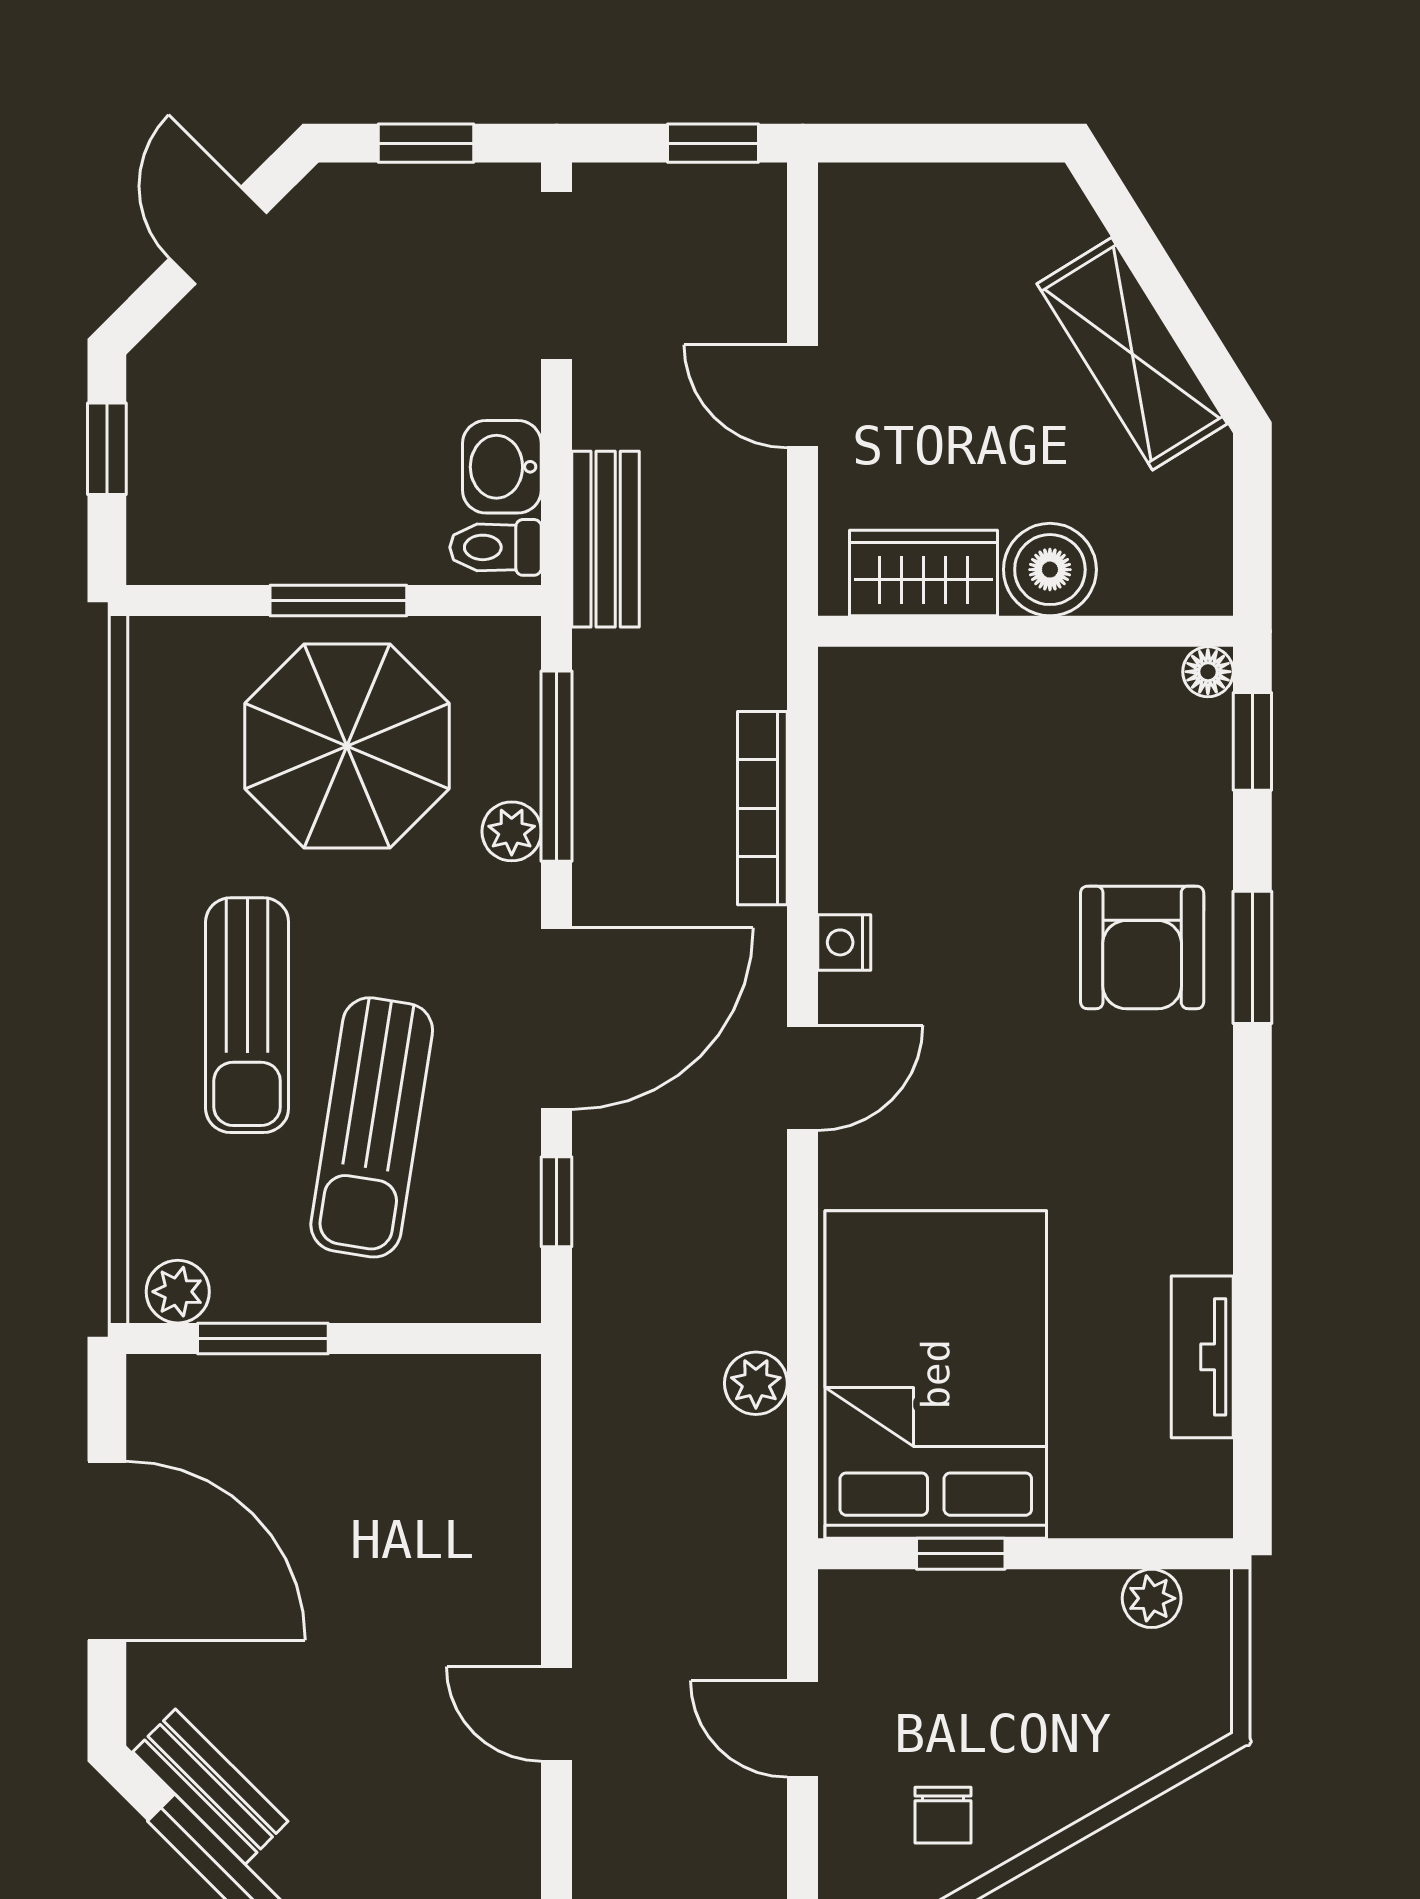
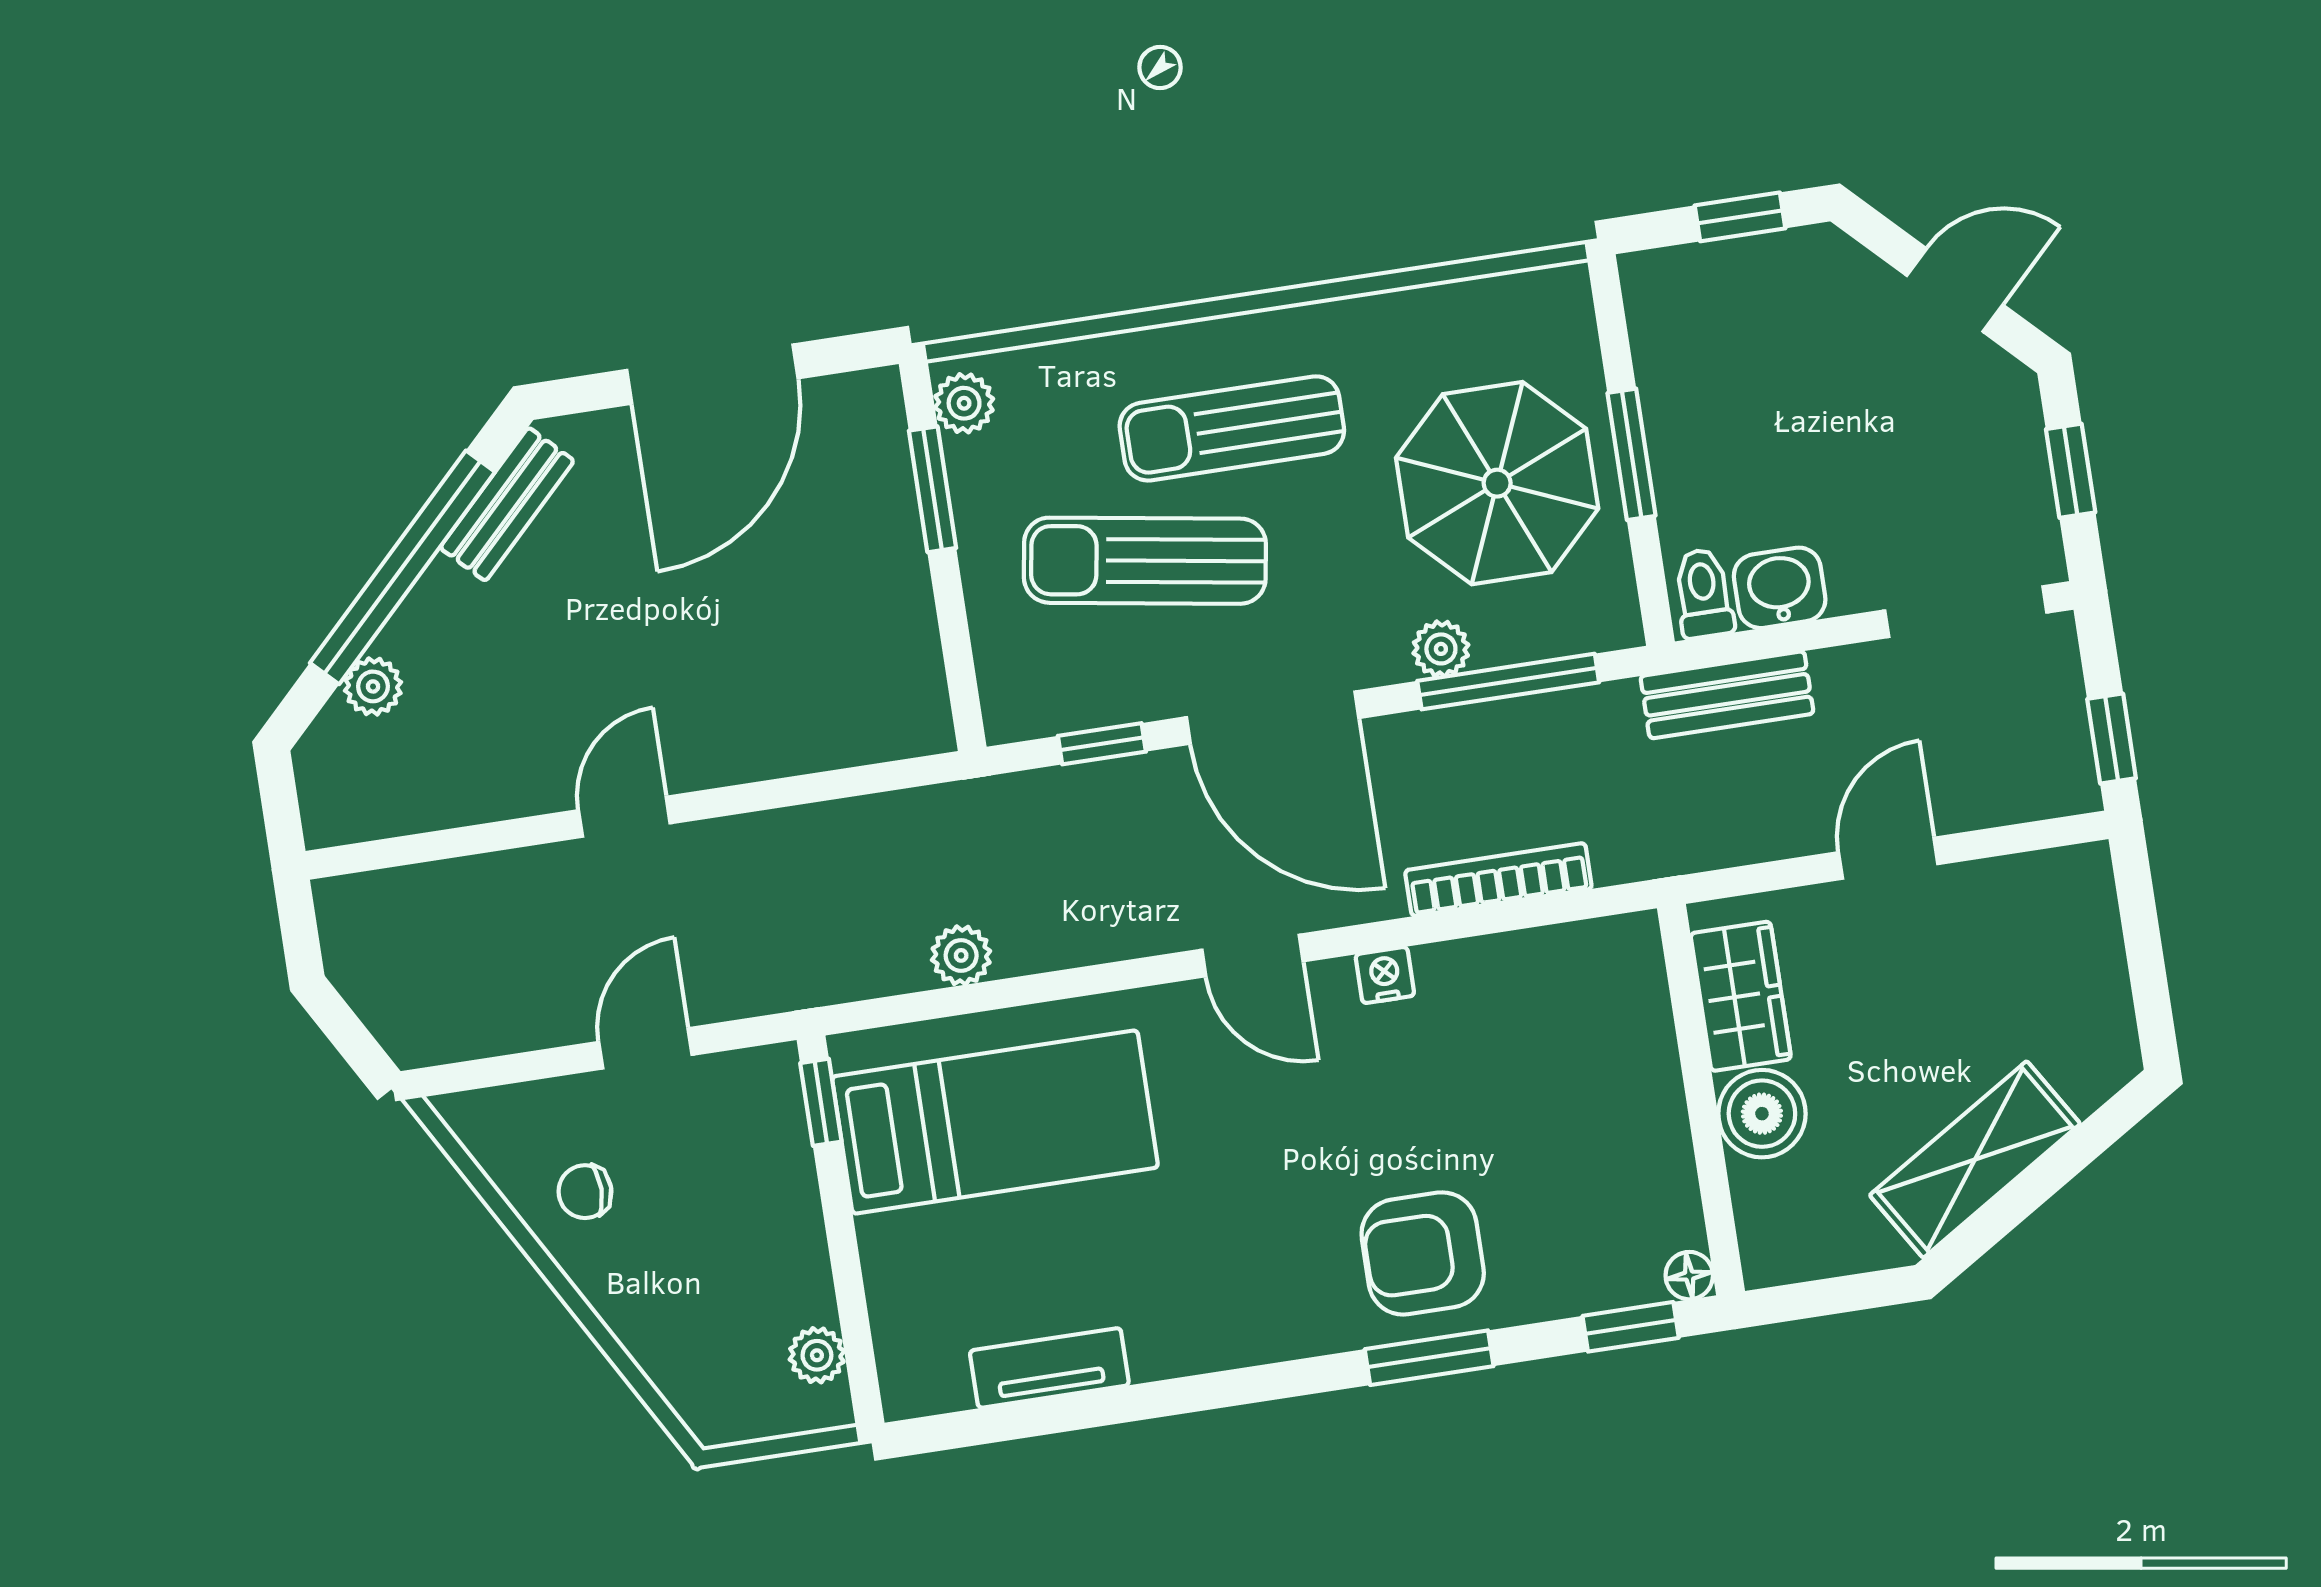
bed: (936, 1374) -> (995, 1122), width x0.67
window: (961, 1554) -> (821, 1102), moved

